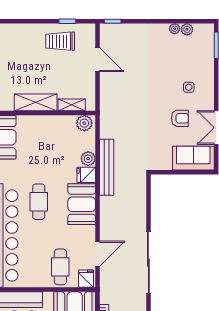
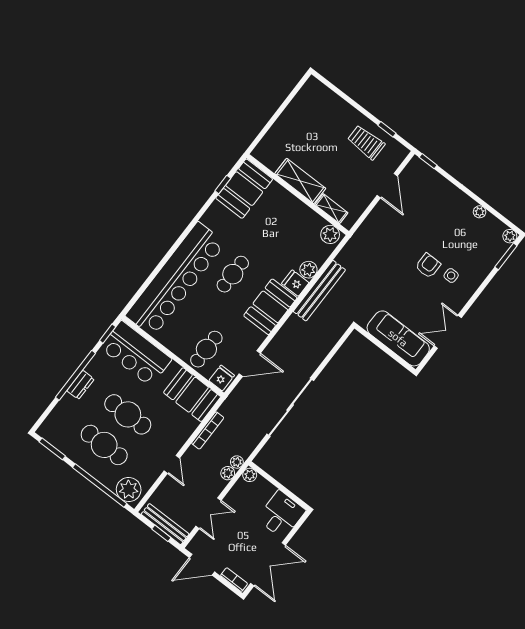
plant: (187, 29) -> (510, 236), moved
armchair: (180, 118) -> (428, 266), moved, turned -90
sofa: (193, 158) -> (398, 338), width x1.36

